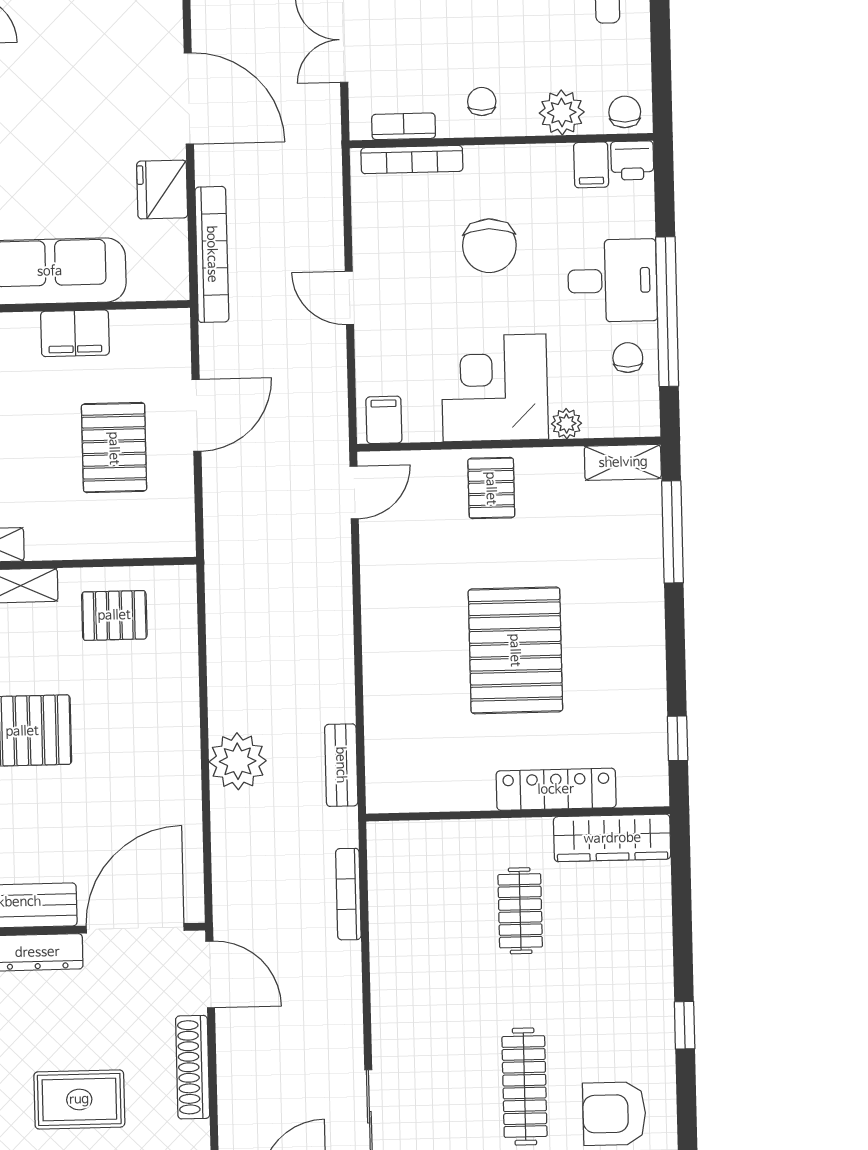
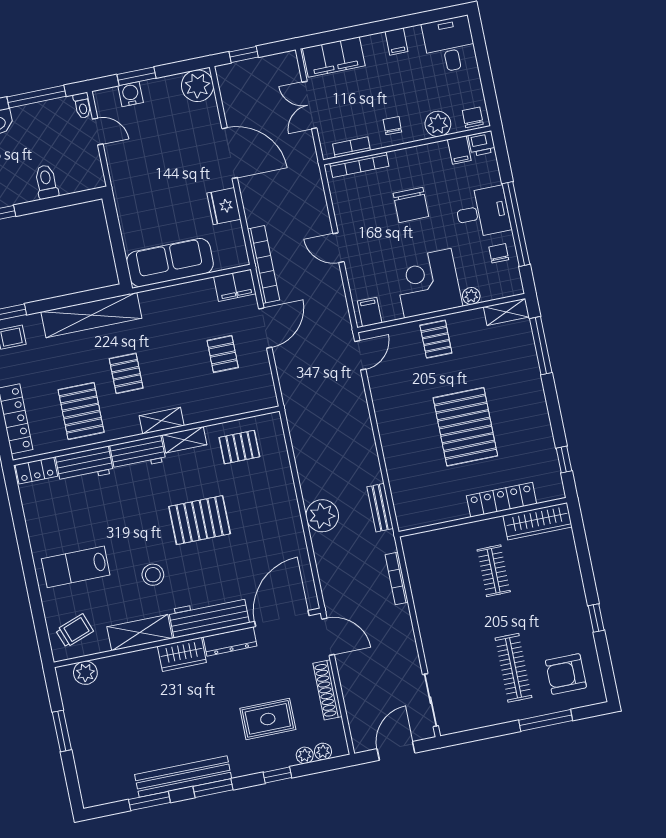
bookcase: (212, 254) -> (263, 265), moved
filing cabinet: (75, 333) -> (235, 285), moved
pallet: (114, 448) -> (223, 354), width x0.67, depth x0.71

